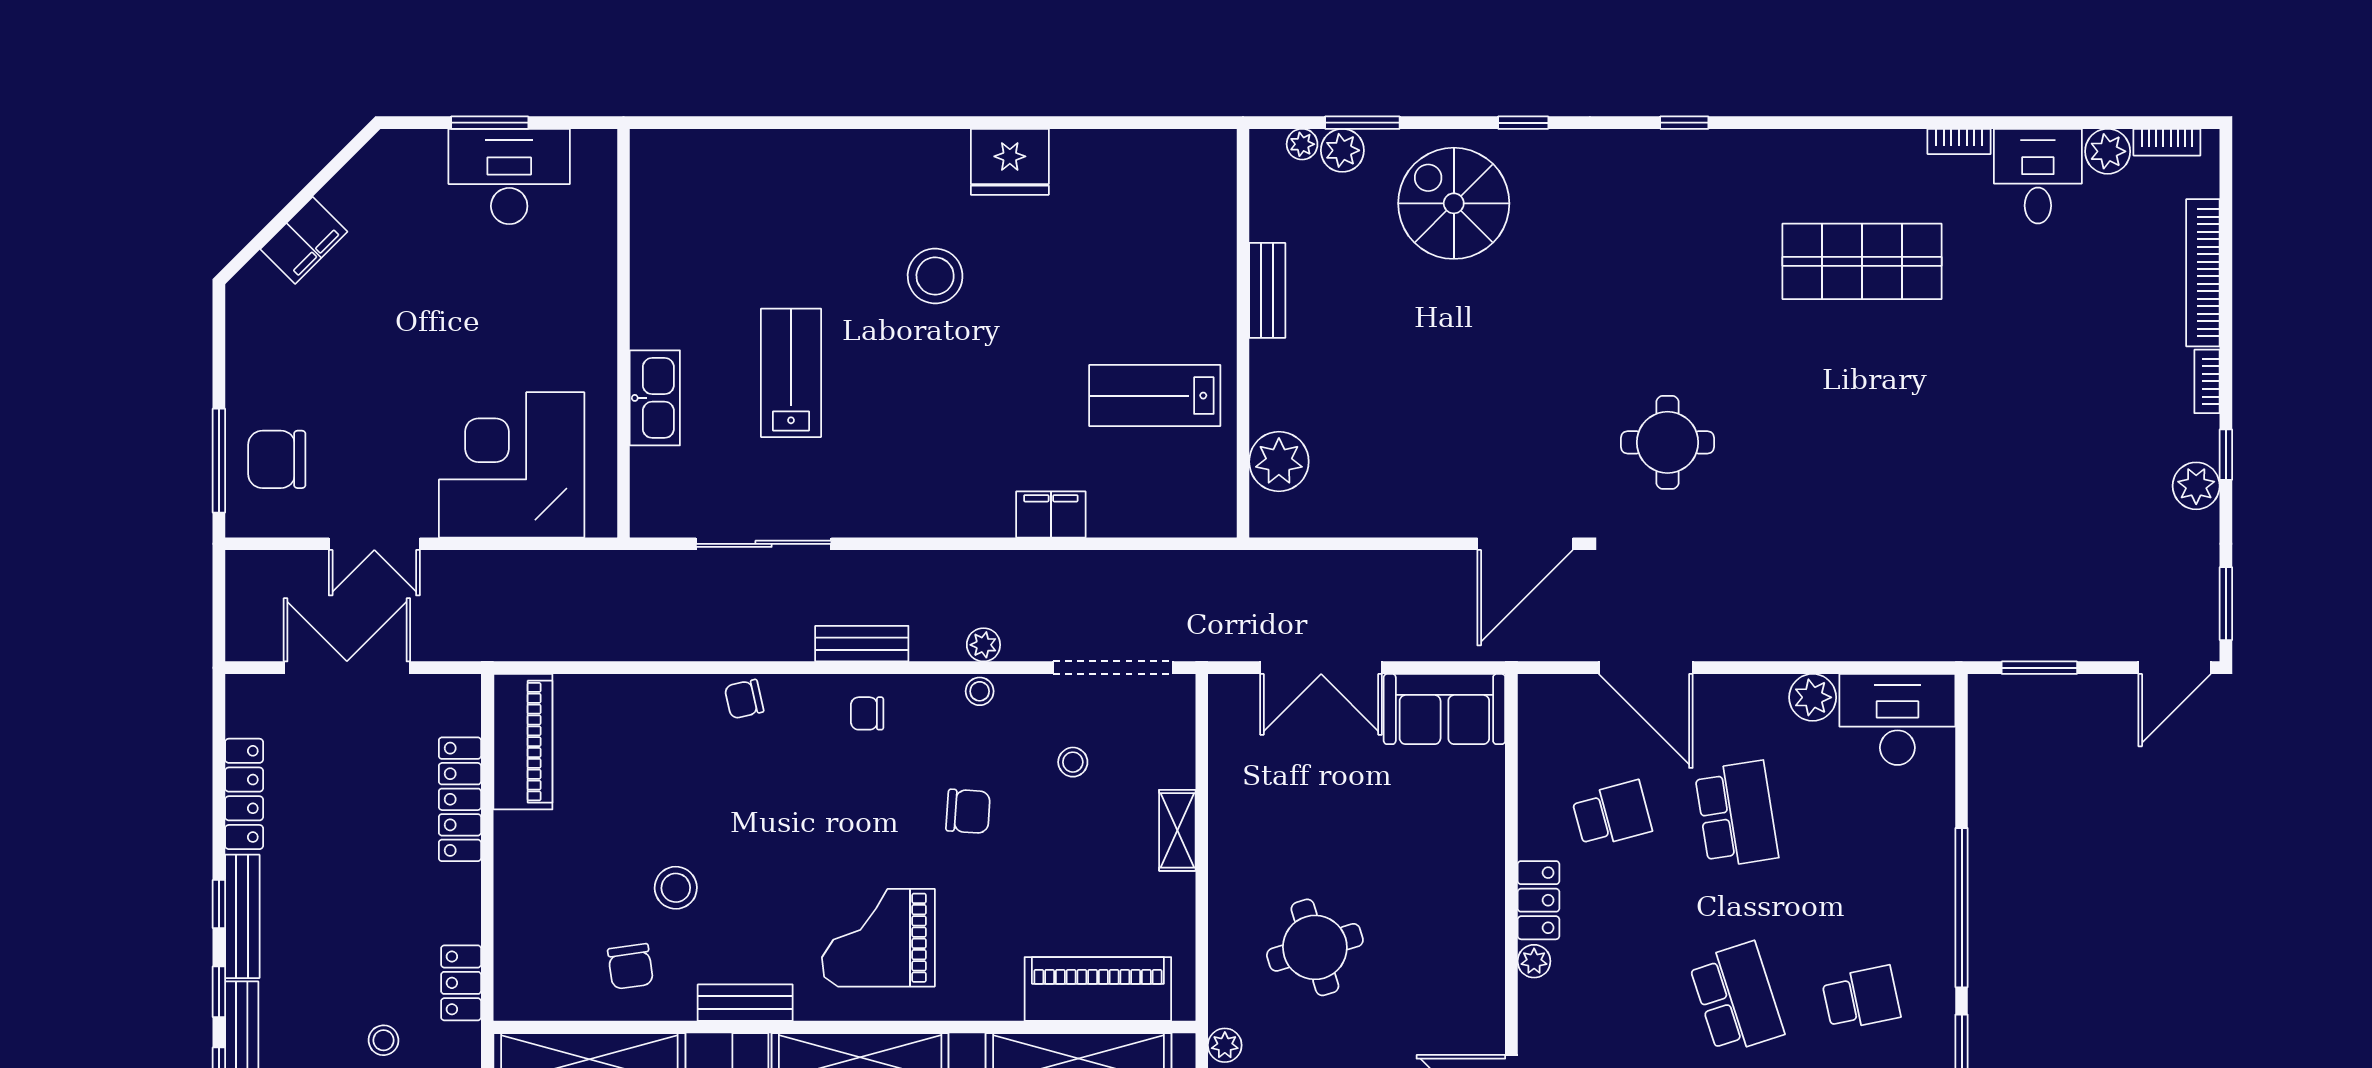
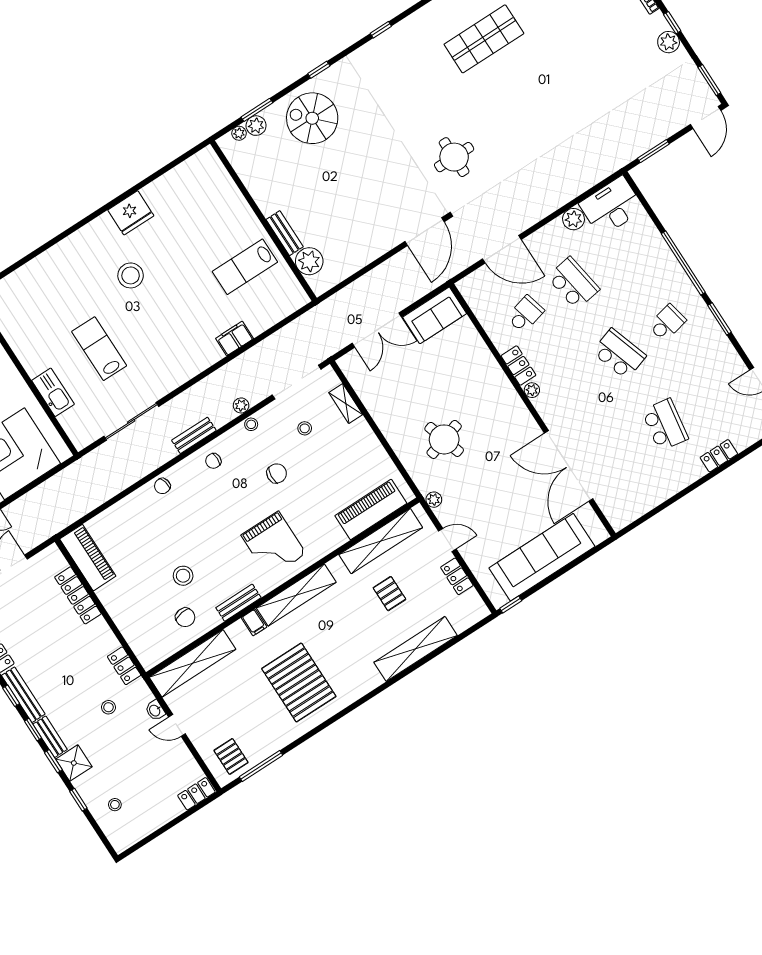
bench: (1267, 290) -> (285, 233), moved
shelving: (1177, 830) -> (346, 404), moved
grand piano: (878, 938) -> (274, 544), turned -90

